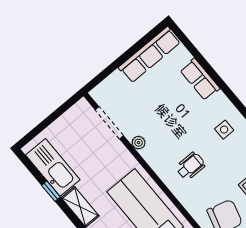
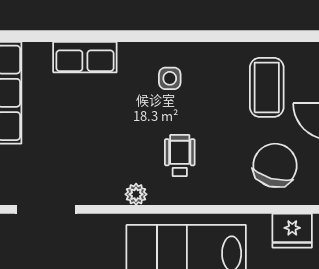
plant: (139, 143) -> (136, 194), moved

